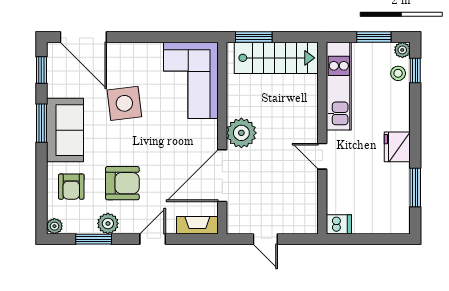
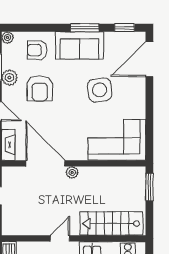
stairs: (276, 58) -> (111, 223), moved, turned 90
plant: (241, 133) -> (72, 172), width x0.53, depth x0.53

